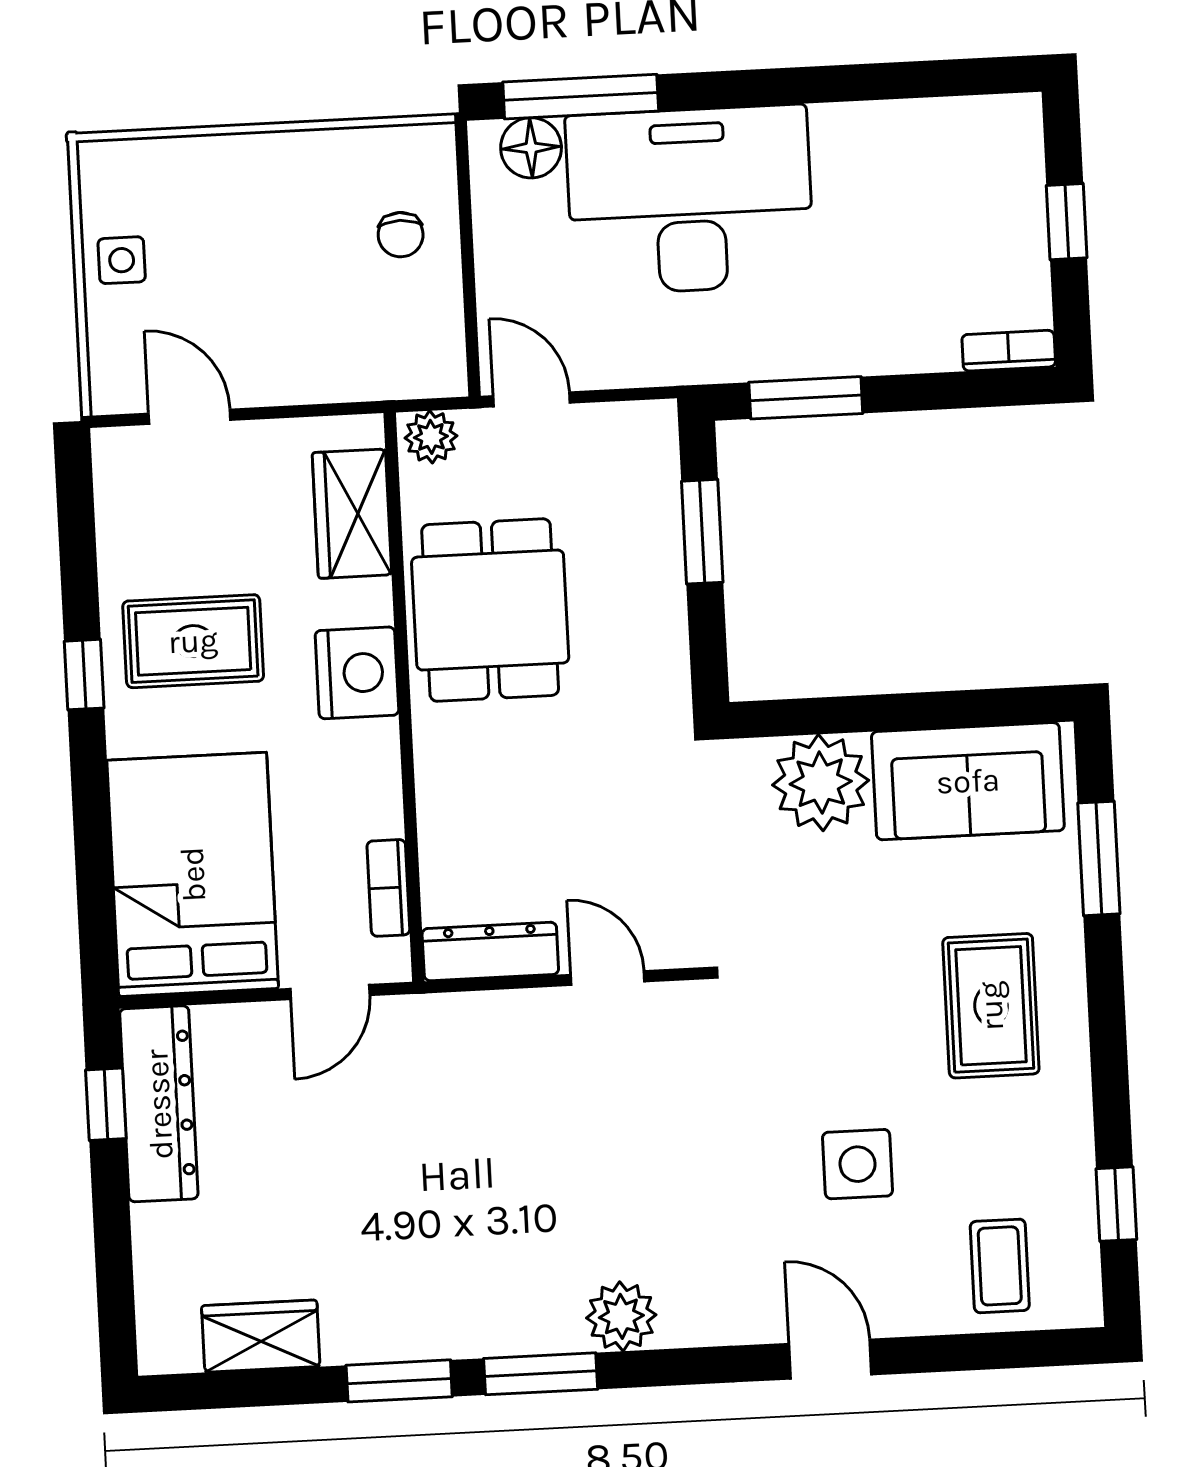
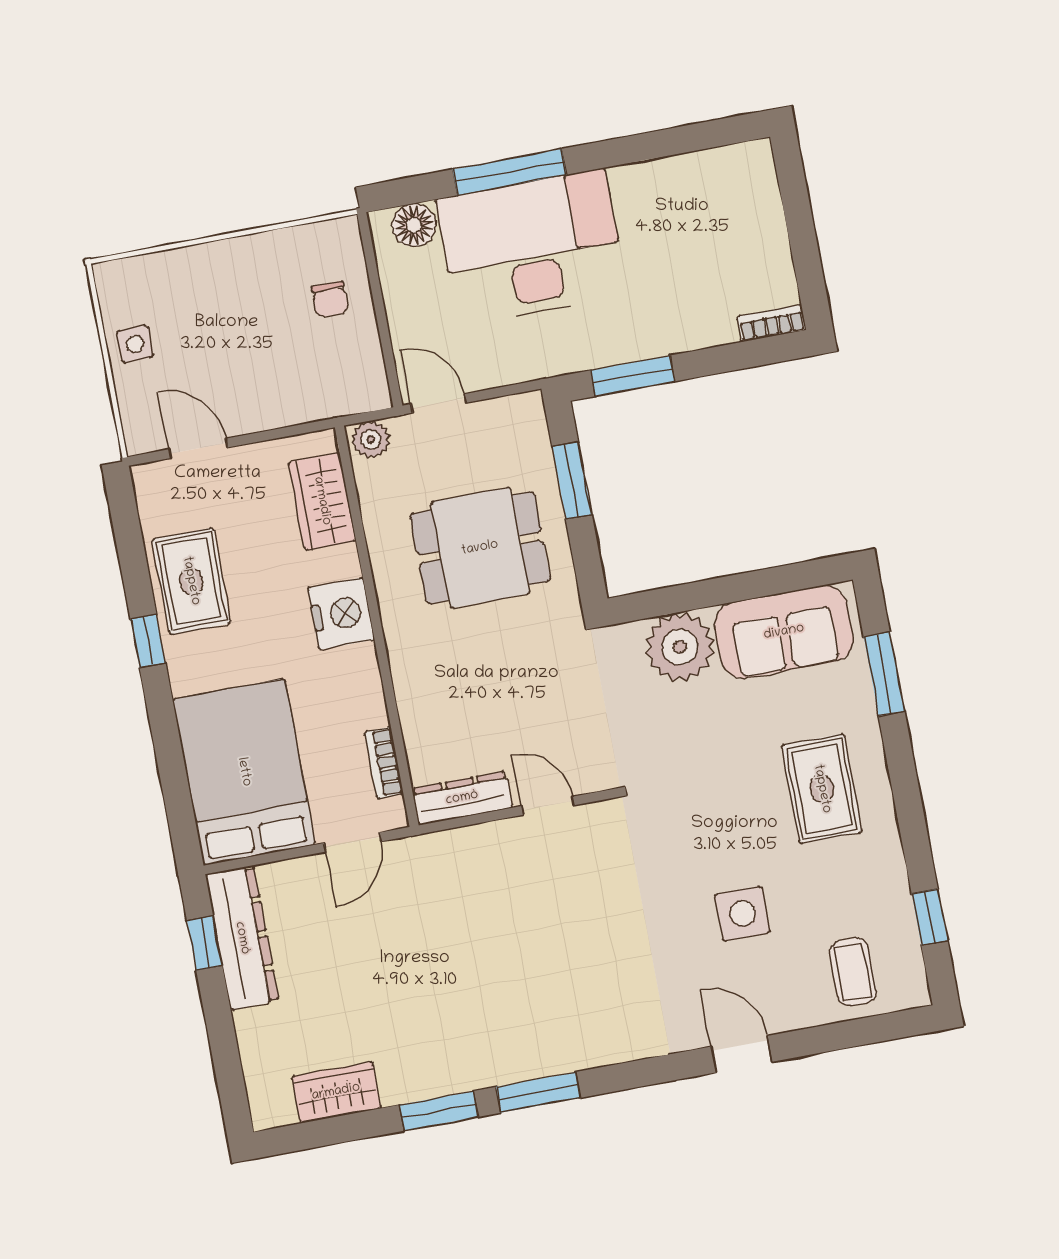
window: (581, 97) -> (509, 172), moved
window: (1067, 222) -> (800, 226), removed
dining table: (490, 610) -> (480, 548), moved, turned 90
rug: (193, 641) -> (191, 581), moved, turned 90
plant: (621, 1316) -> (590, 1044), removed

